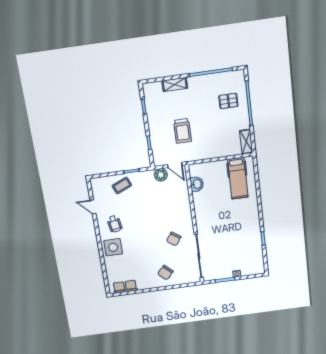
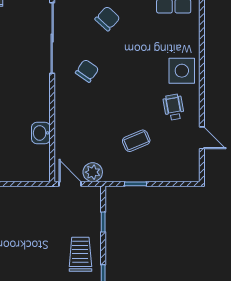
trolley: (182, 131) -> (80, 254), moved
washbasin: (197, 184) -> (41, 133), moved
coffee table: (122, 185) -> (136, 141), moved

